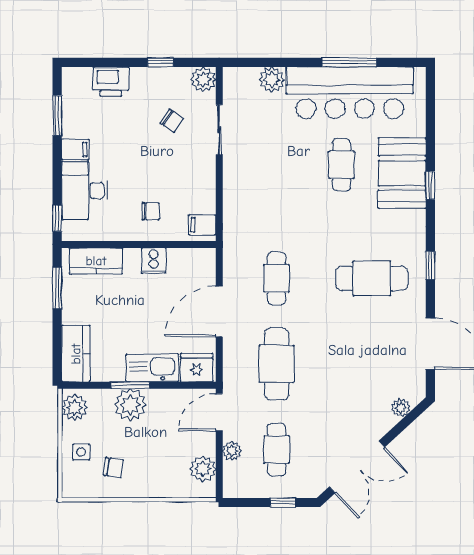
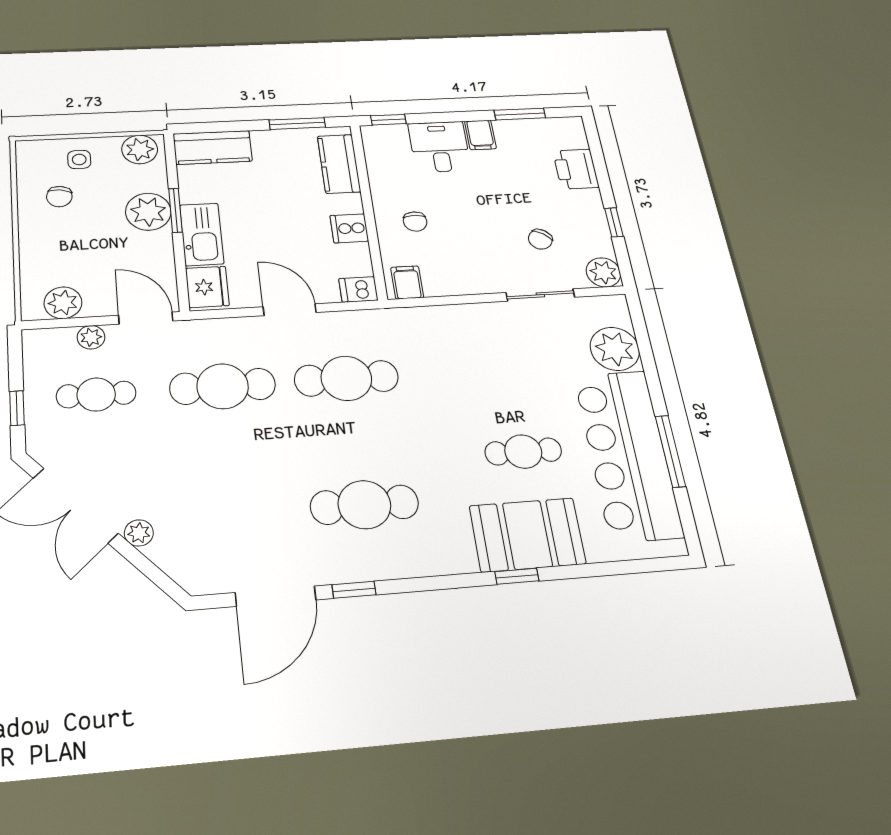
plant: (272, 80) -> (615, 349), width x1.36, depth x1.36
desk: (85, 191) -> (440, 147), width x0.73
dishwasher: (206, 261) -> (358, 289), added
window: (430, 266) -> (354, 590), moved
cafe table: (277, 278) -> (346, 378), width x1.37, depth x1.35
cafe table: (372, 278) -> (364, 505), turned 90
door: (219, 312) -> (290, 310), width x0.73
plant: (401, 408) -> (139, 533), moved

